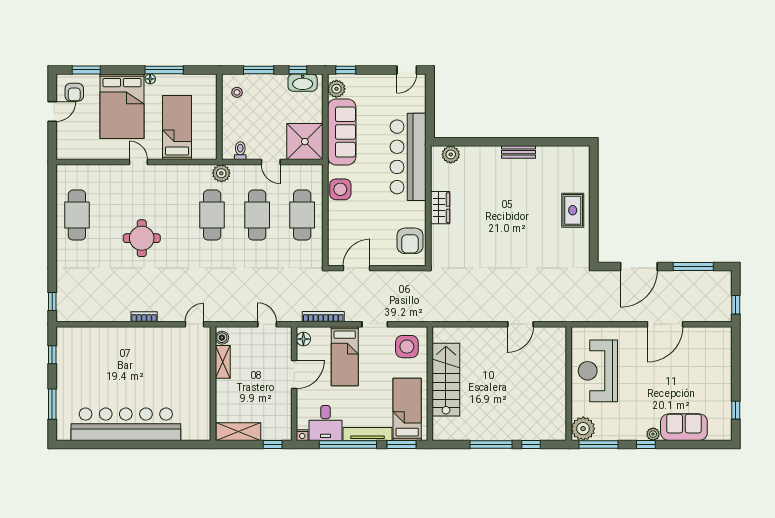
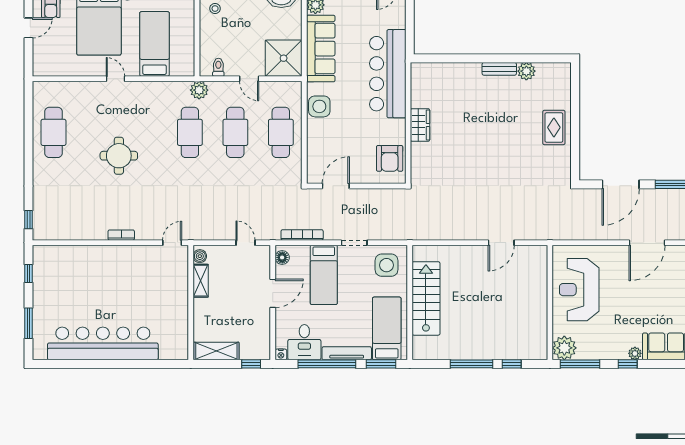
plant: (451, 154) -> (526, 71), moved

